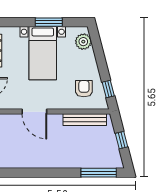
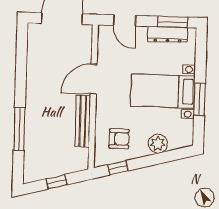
plant: (83, 42) -> (158, 144), moved
bench: (85, 120) -> (83, 121), moved
window: (99, 173) -> (19, 129), moved

